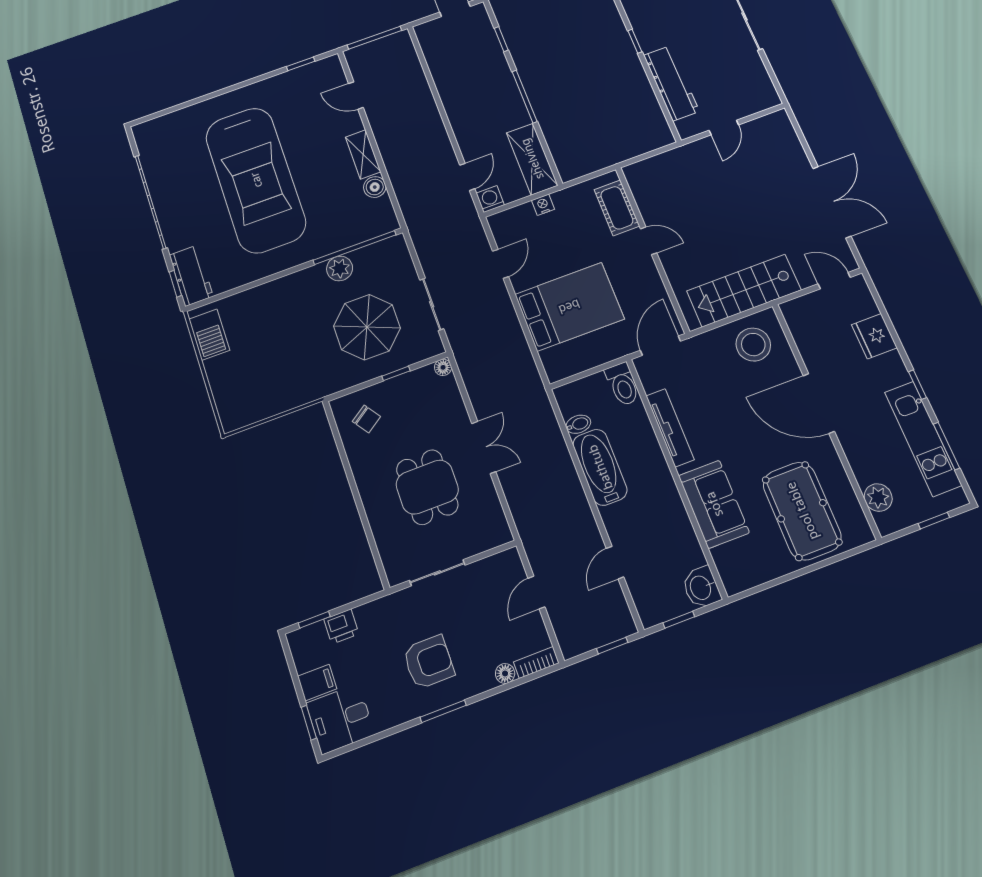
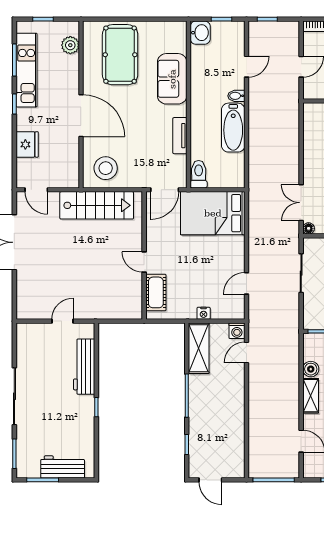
bed: (569, 307) -> (213, 213), moved
bidet: (578, 424) -> (236, 96), moved
tv unit: (670, 428) -> (180, 136), width x0.71
double door: (484, 447) -> (301, 203), moved

